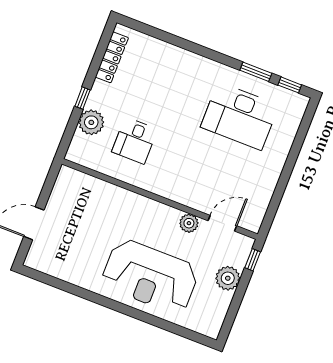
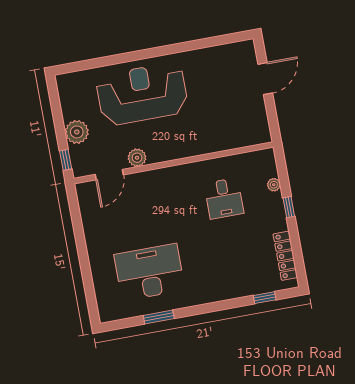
window: (290, 85) -> (265, 298), moved
plant: (91, 122) -> (274, 185), width x0.53, depth x0.53
desk: (135, 141) -> (224, 198), turned 180

